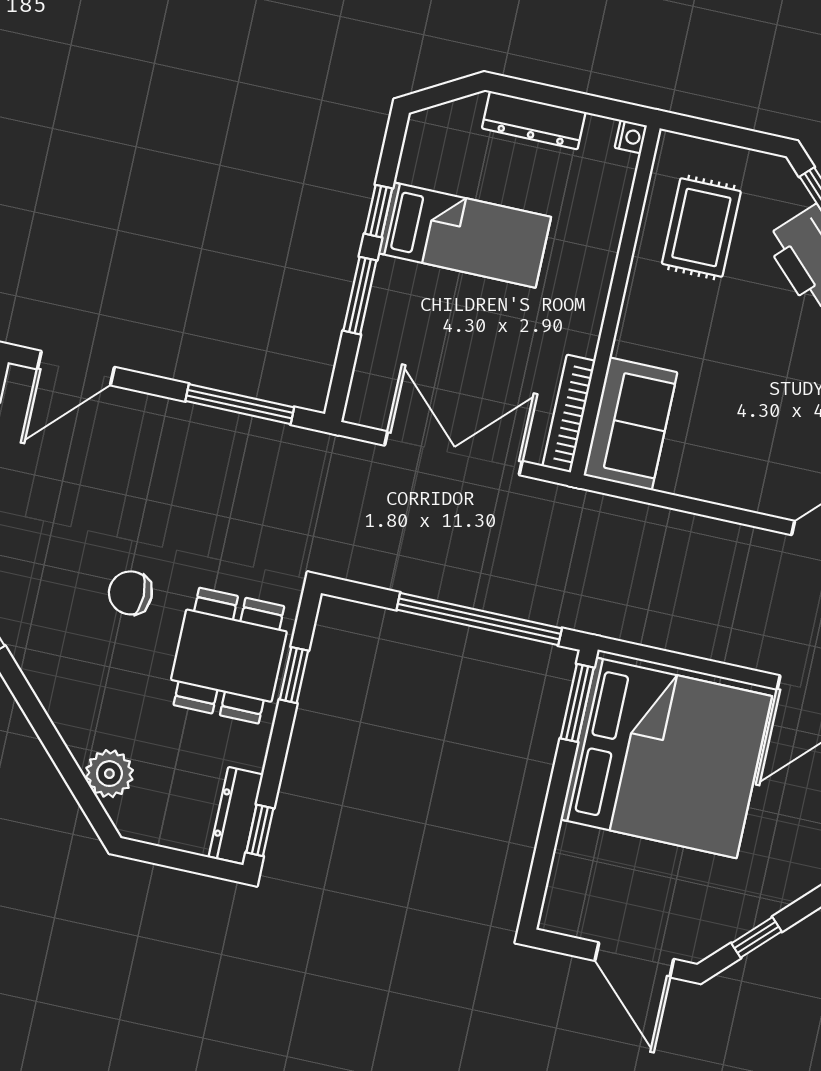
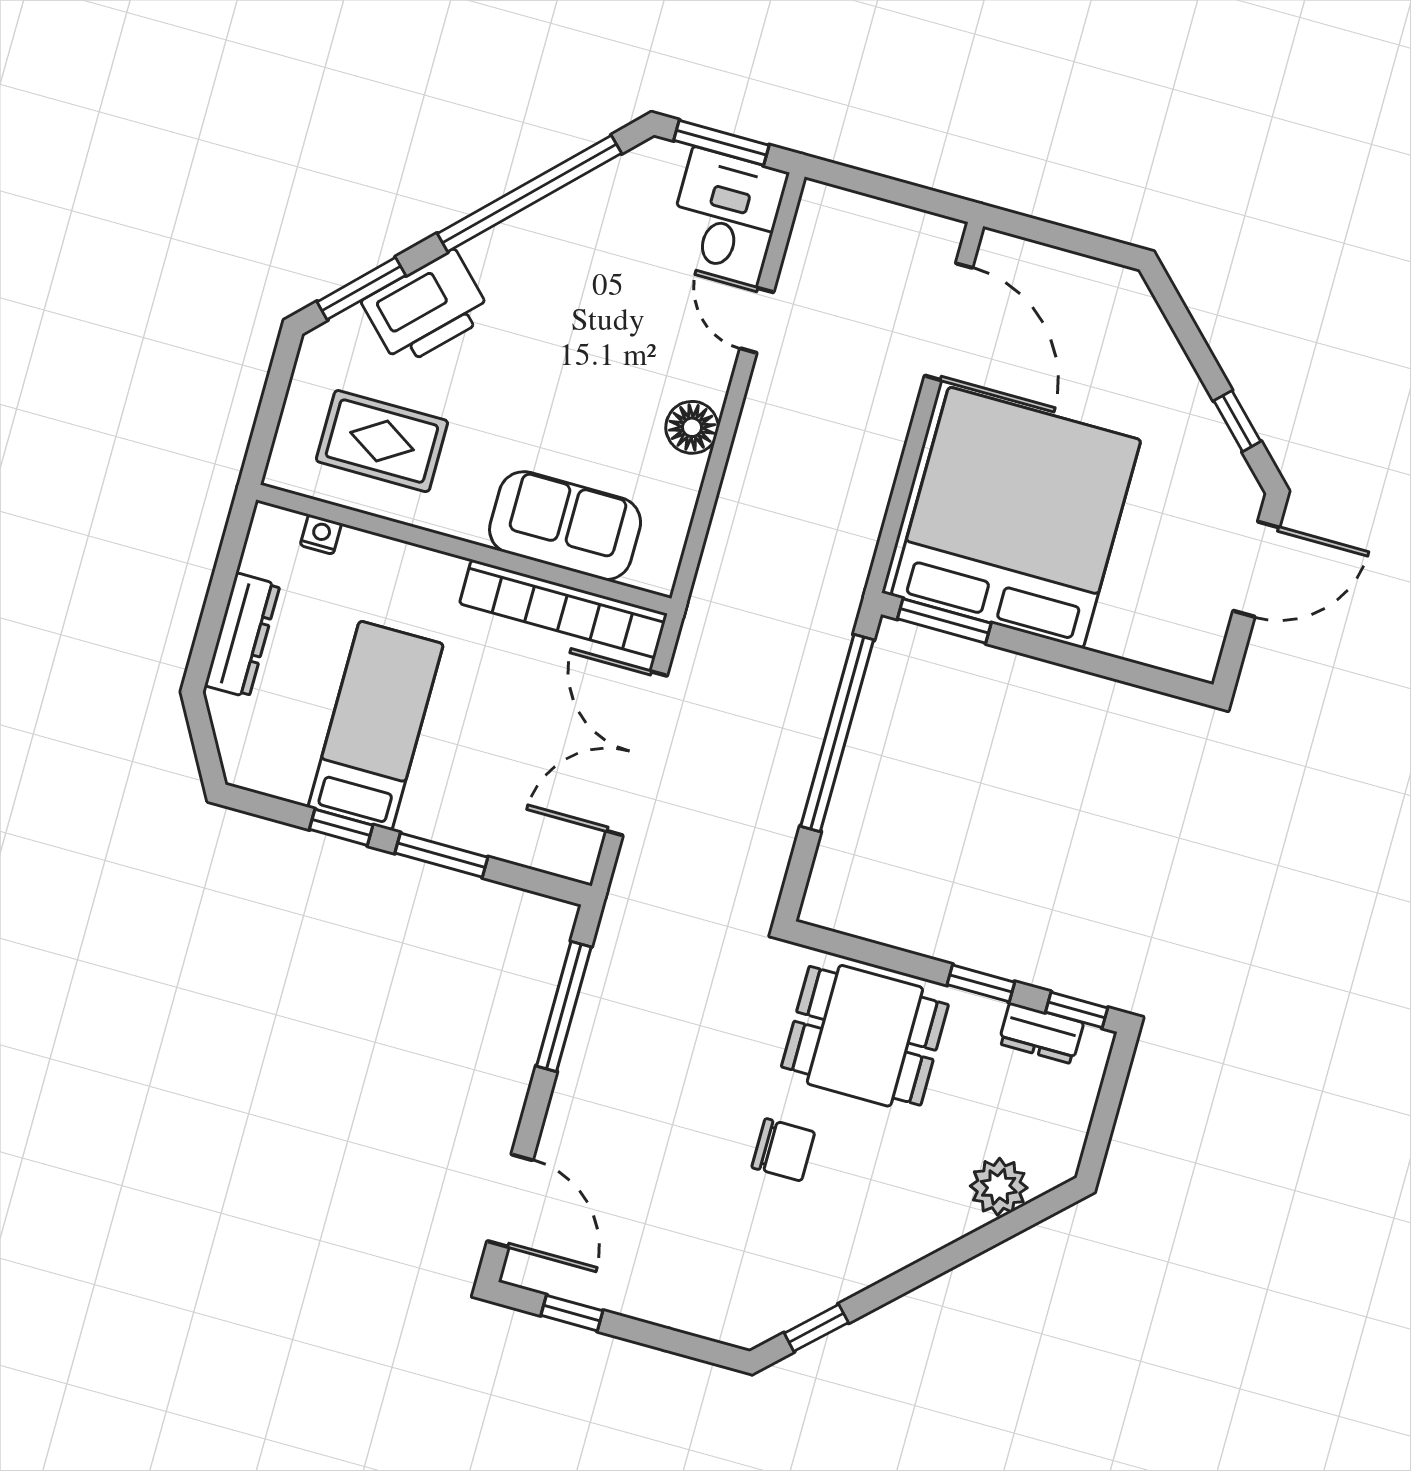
nightstand: (631, 137) -> (321, 534), moved
bookcase: (569, 414) -> (563, 609), width x1.48, depth x1.31
sofa: (630, 424) -> (565, 526), moved
floor lamp: (727, 485) -> (692, 427), added
chair: (130, 593) -> (783, 1150), turned -90
window: (294, 675) -> (981, 983), moved
dresser: (236, 816) -> (1041, 1033), width x0.70

